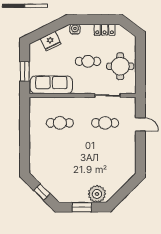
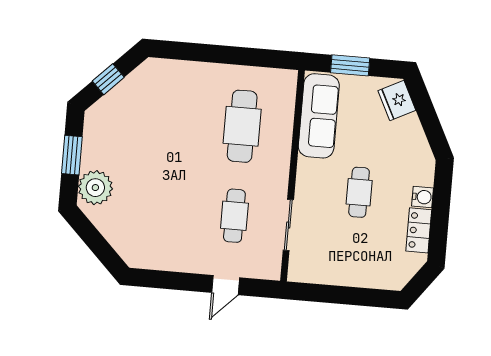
water cooler: (75, 29) -> (423, 197), moved
fridge: (51, 41) -> (397, 100), moved
round table: (120, 66) -> (344, 255), removed
cafe table: (60, 123) -> (242, 126), width x1.37, depth x1.35

